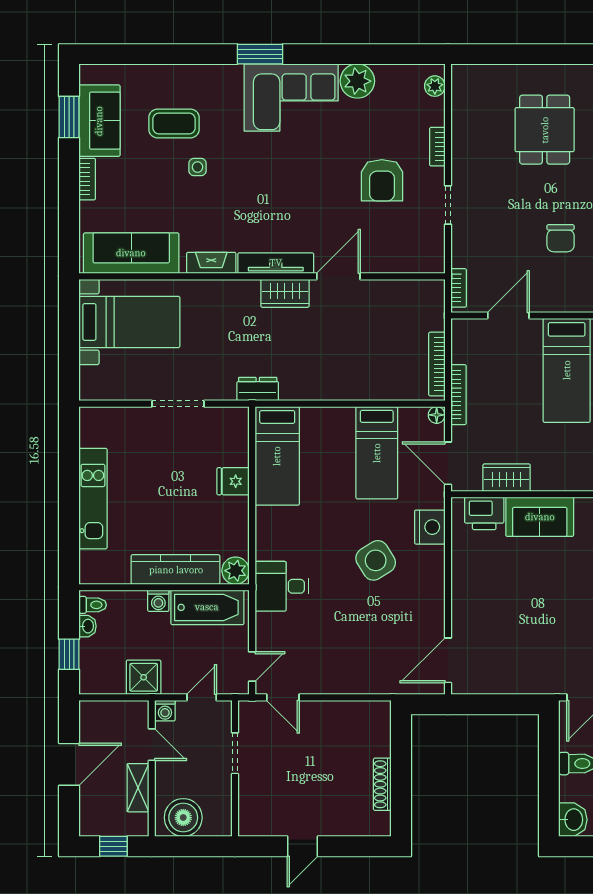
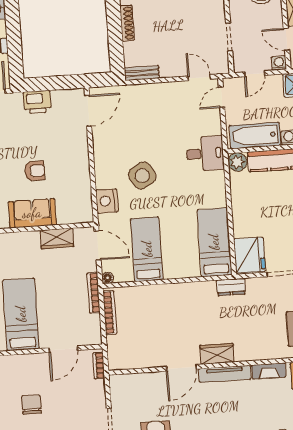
fridge: (233, 481) -> (249, 255), moved, width x1.88, depth x1.34
printer: (484, 513) -> (37, 102), moved, turned 180
armchair: (532, 578) -> (35, 171), added
bench: (366, 710) -> (142, 73), added

